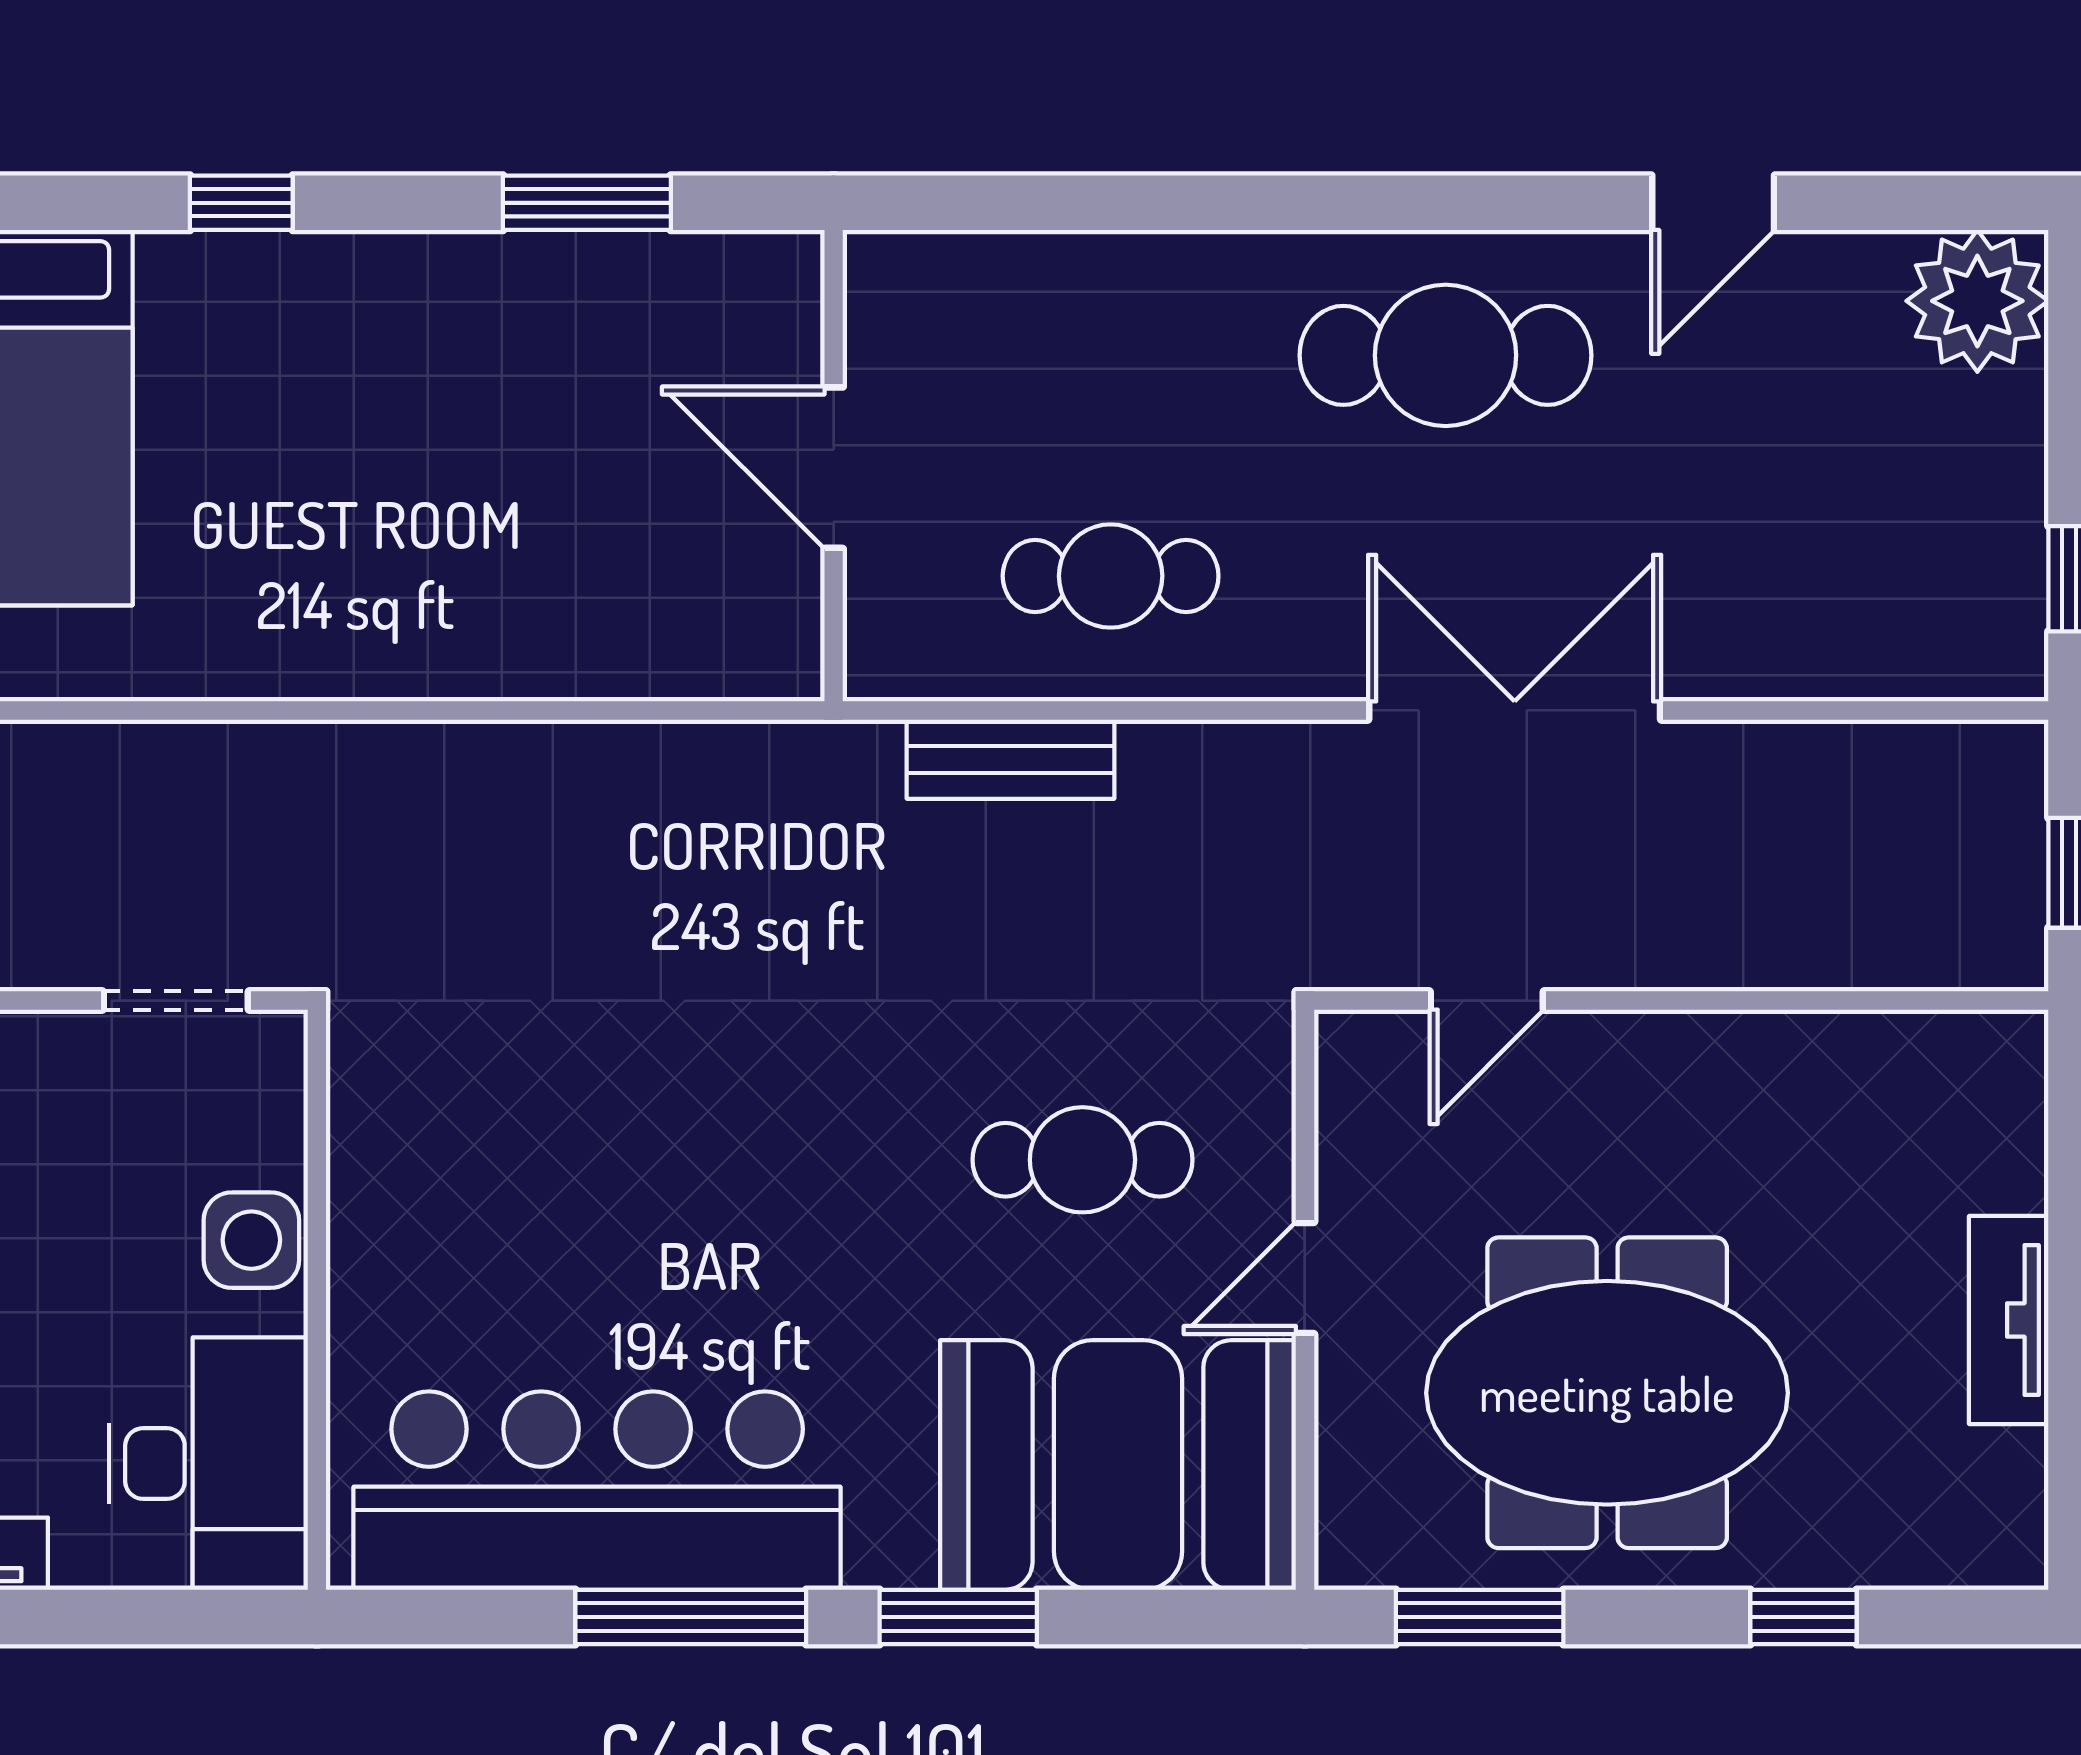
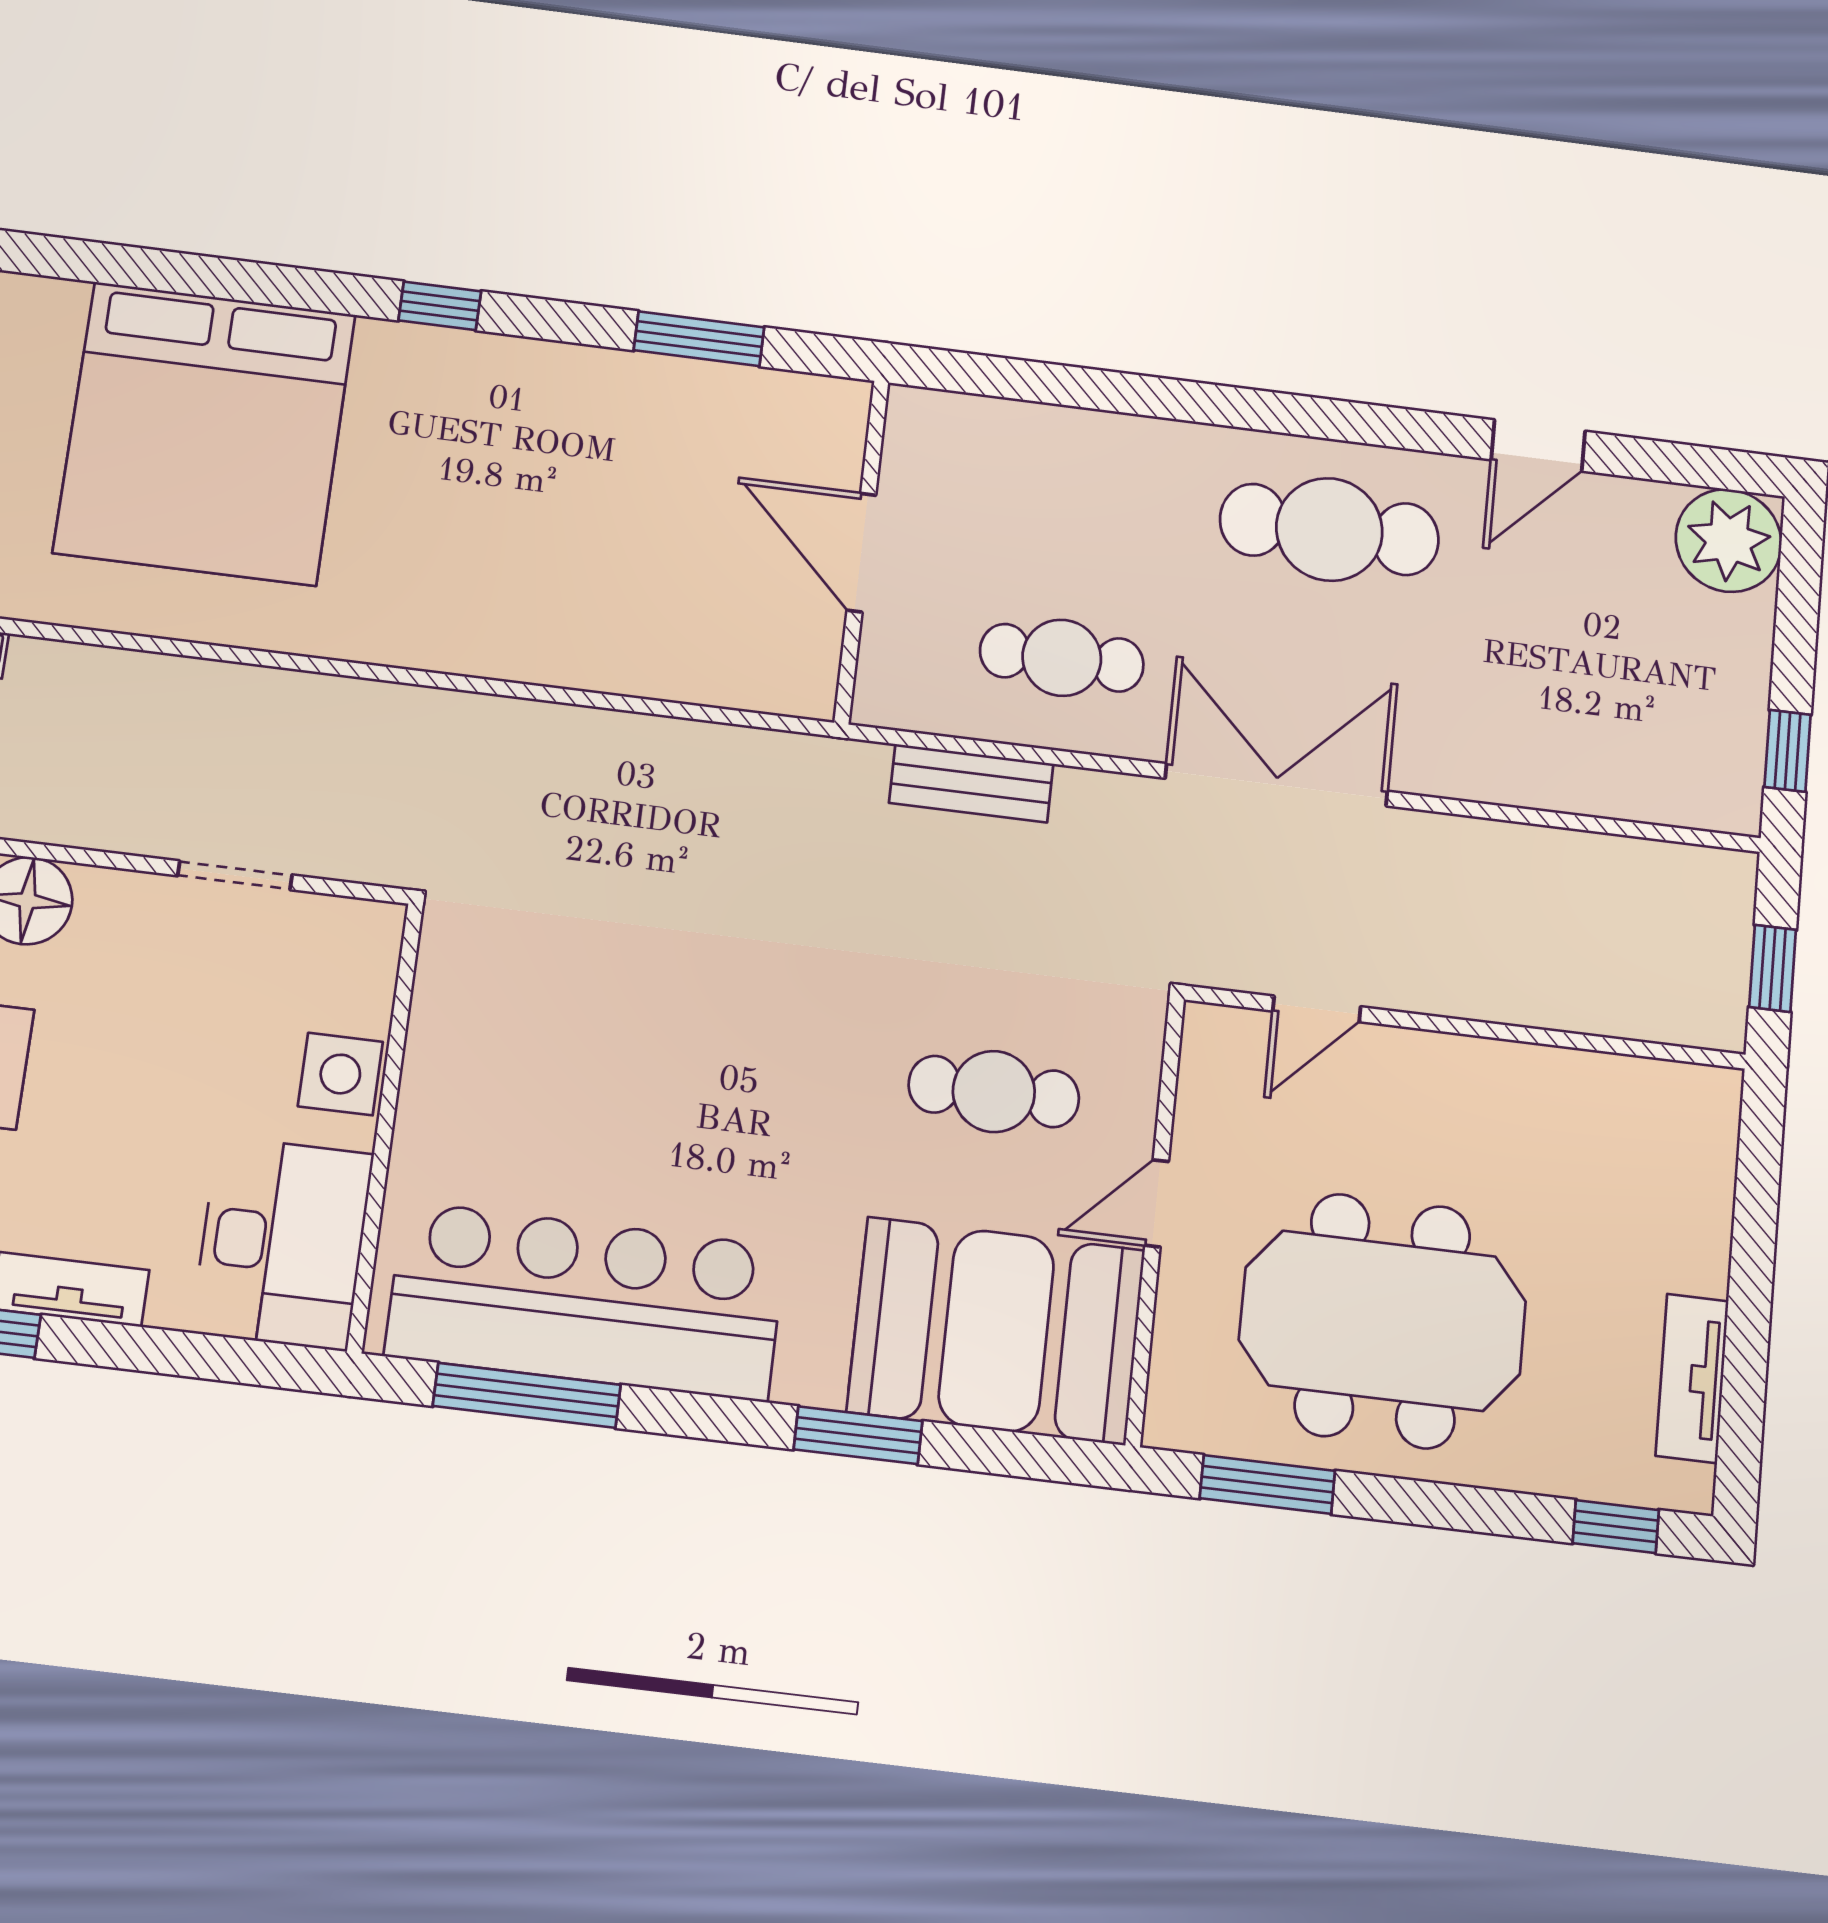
double door: (1515, 710) -> (1276, 785), moved
doorway: (176, 1001) -> (235, 875), moved
tv unit: (2009, 1320) -> (1692, 1378), moved
window: (691, 1617) -> (527, 1395), moved
window: (1804, 1617) -> (1616, 1526), moved

